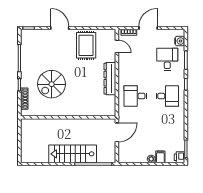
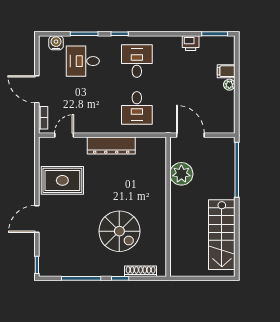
plant: (91, 126) -> (181, 174), added
stairs: (73, 154) -> (222, 235), moved
printer: (180, 157) -> (191, 43), moved

